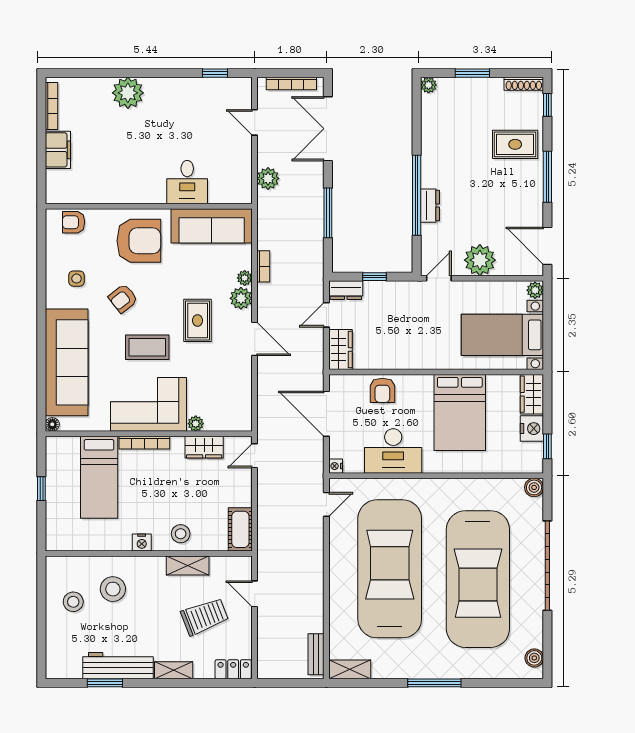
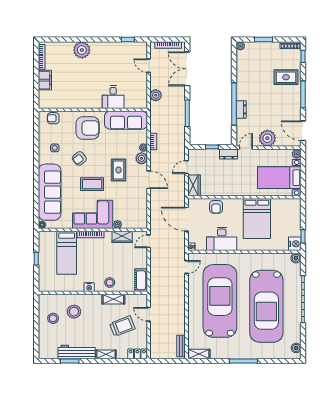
dresser: (346, 290) -> (229, 154), moved
wardrobe: (532, 394) -> (295, 209), removed
nightstand: (532, 429) -> (295, 244), moved

